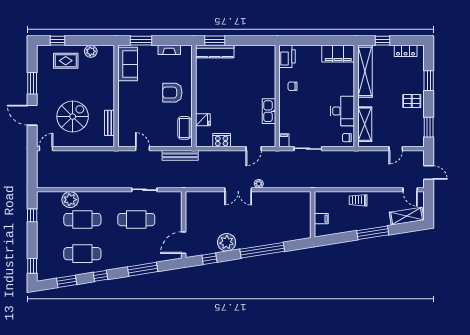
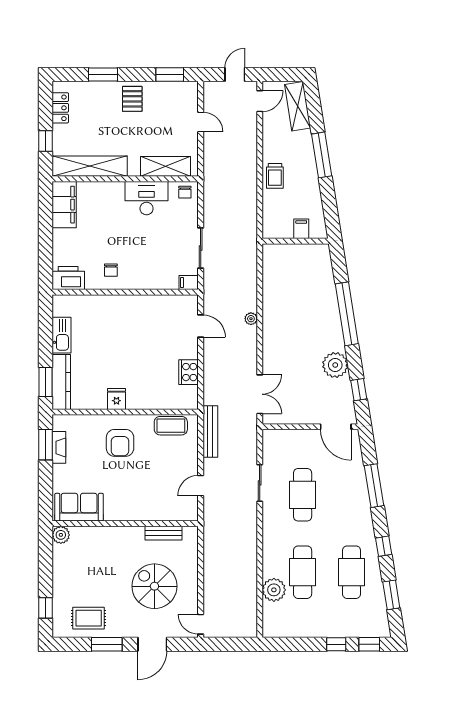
window: (141, 41) -> (45, 445), moved
plant: (91, 51) -> (61, 535), moved
rug: (66, 61) -> (89, 618), moved, turned 90
kitchen sink: (269, 111) -> (62, 335), moved, turned -90
fridge: (203, 120) -> (116, 399), moved
double door: (238, 190) -> (260, 394), moved
window: (32, 215) -> (336, 644), moved

